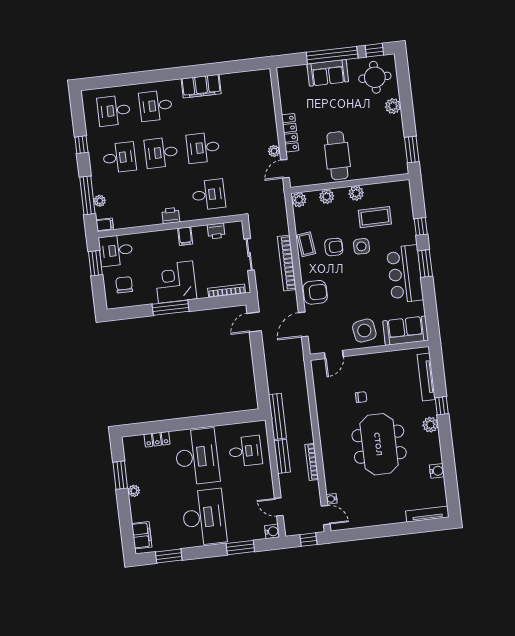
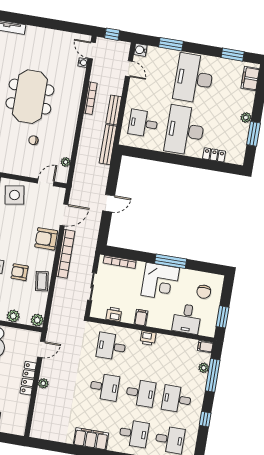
plant: (274, 151) -> (43, 383), moved
desk: (116, 250) -> (187, 319), moved, turned 90
bookcase: (287, 263) -> (65, 254), moved
door: (254, 322) -> (109, 203), moved
plant: (319, 383) -> (66, 162), added

